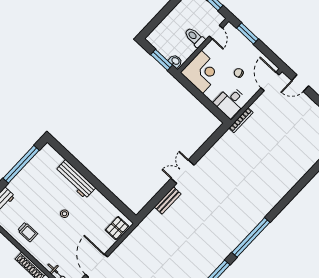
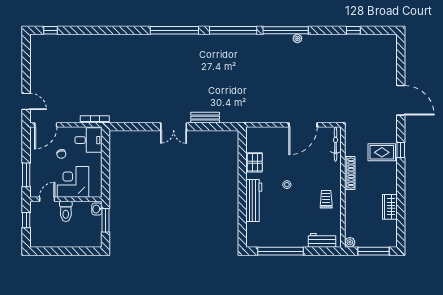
corner desk: (202, 72) -> (73, 182), moved
pallet: (117, 228) -> (255, 162), moved, turned 90

